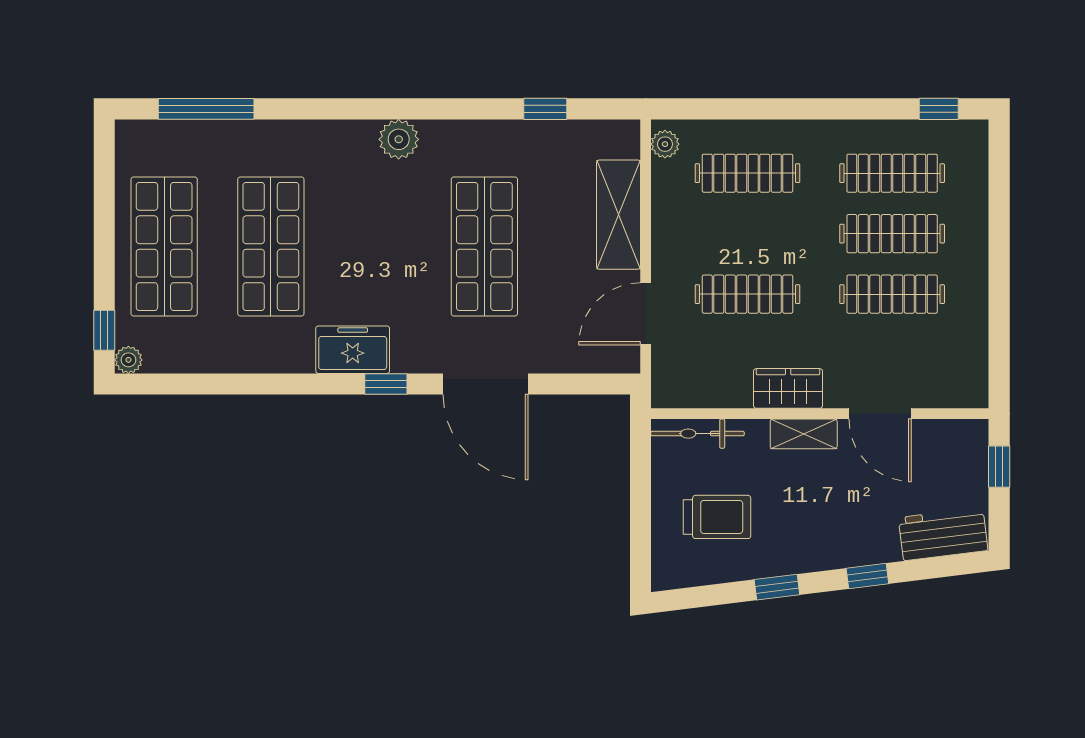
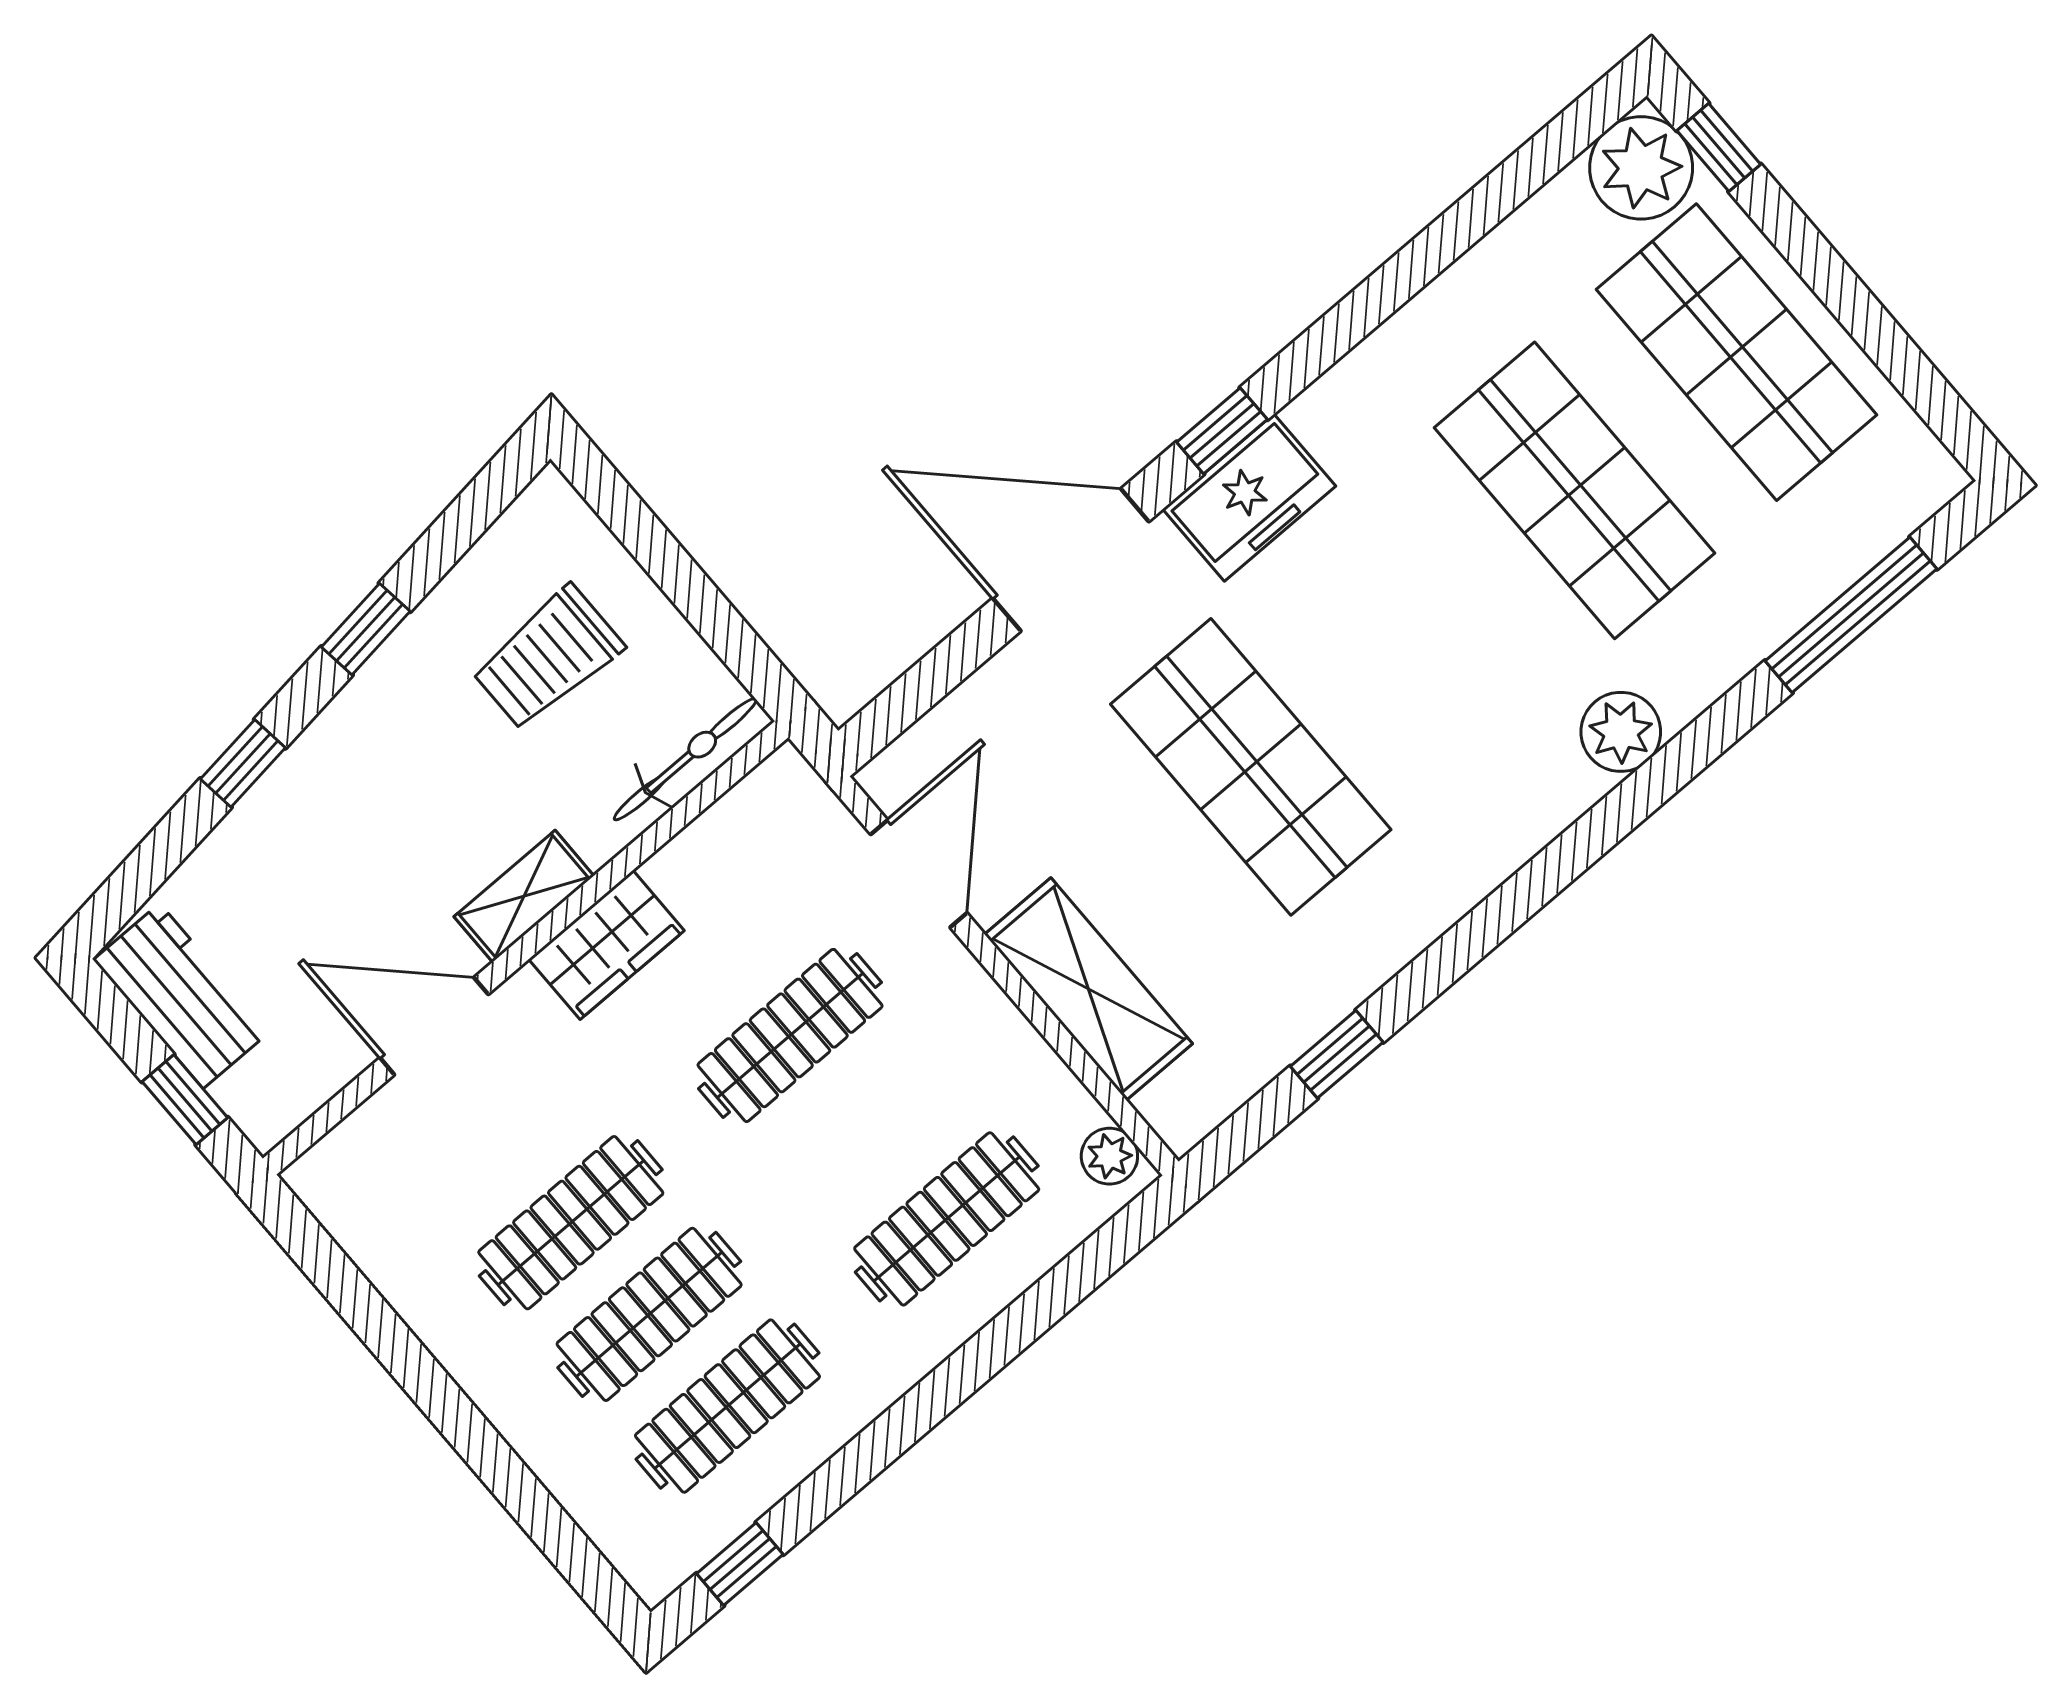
plant: (399, 139) -> (1621, 732), moved
freezer: (353, 350) -> (1249, 498), moved
plant: (128, 360) -> (1641, 168), width x1.88, depth x1.88
workbench: (943, 534) -> (181, 996), moved, turned -83

